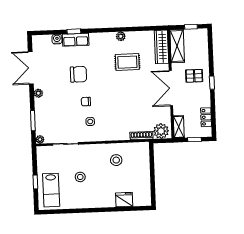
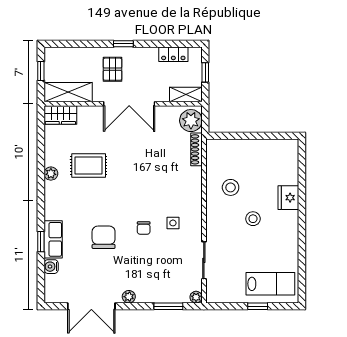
wardrobe: (161, 47) -> (60, 115), width x0.67
rug: (127, 62) -> (89, 166), turned 90
stool: (80, 177) -> (253, 219), moved
fridge: (124, 200) -> (288, 198), moved

